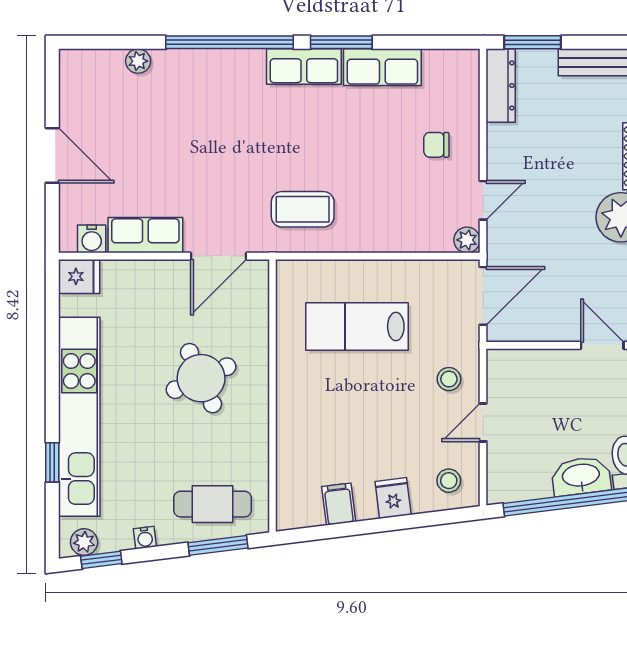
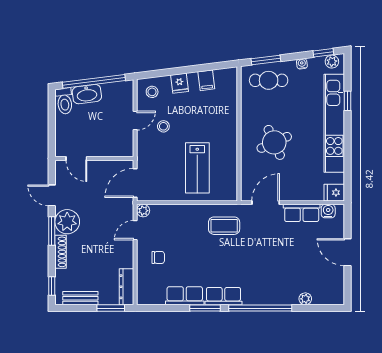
lab bench: (357, 326) -> (197, 168), turned 90
stool: (449, 379) -> (163, 126), moved

